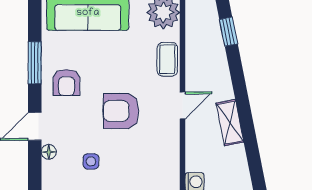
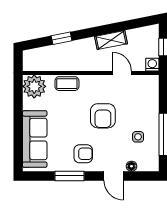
window: (228, 32) -> (62, 38), moved
door: (183, 105) -> (122, 73), moved

